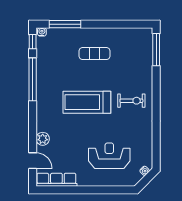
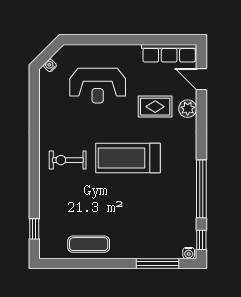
window: (156, 50) -> (34, 229), width x0.46
exercise mat: (94, 54) -> (89, 244), moved
treadmill: (87, 102) -> (128, 158), turned 180
rug: (67, 140) -> (155, 107), added

